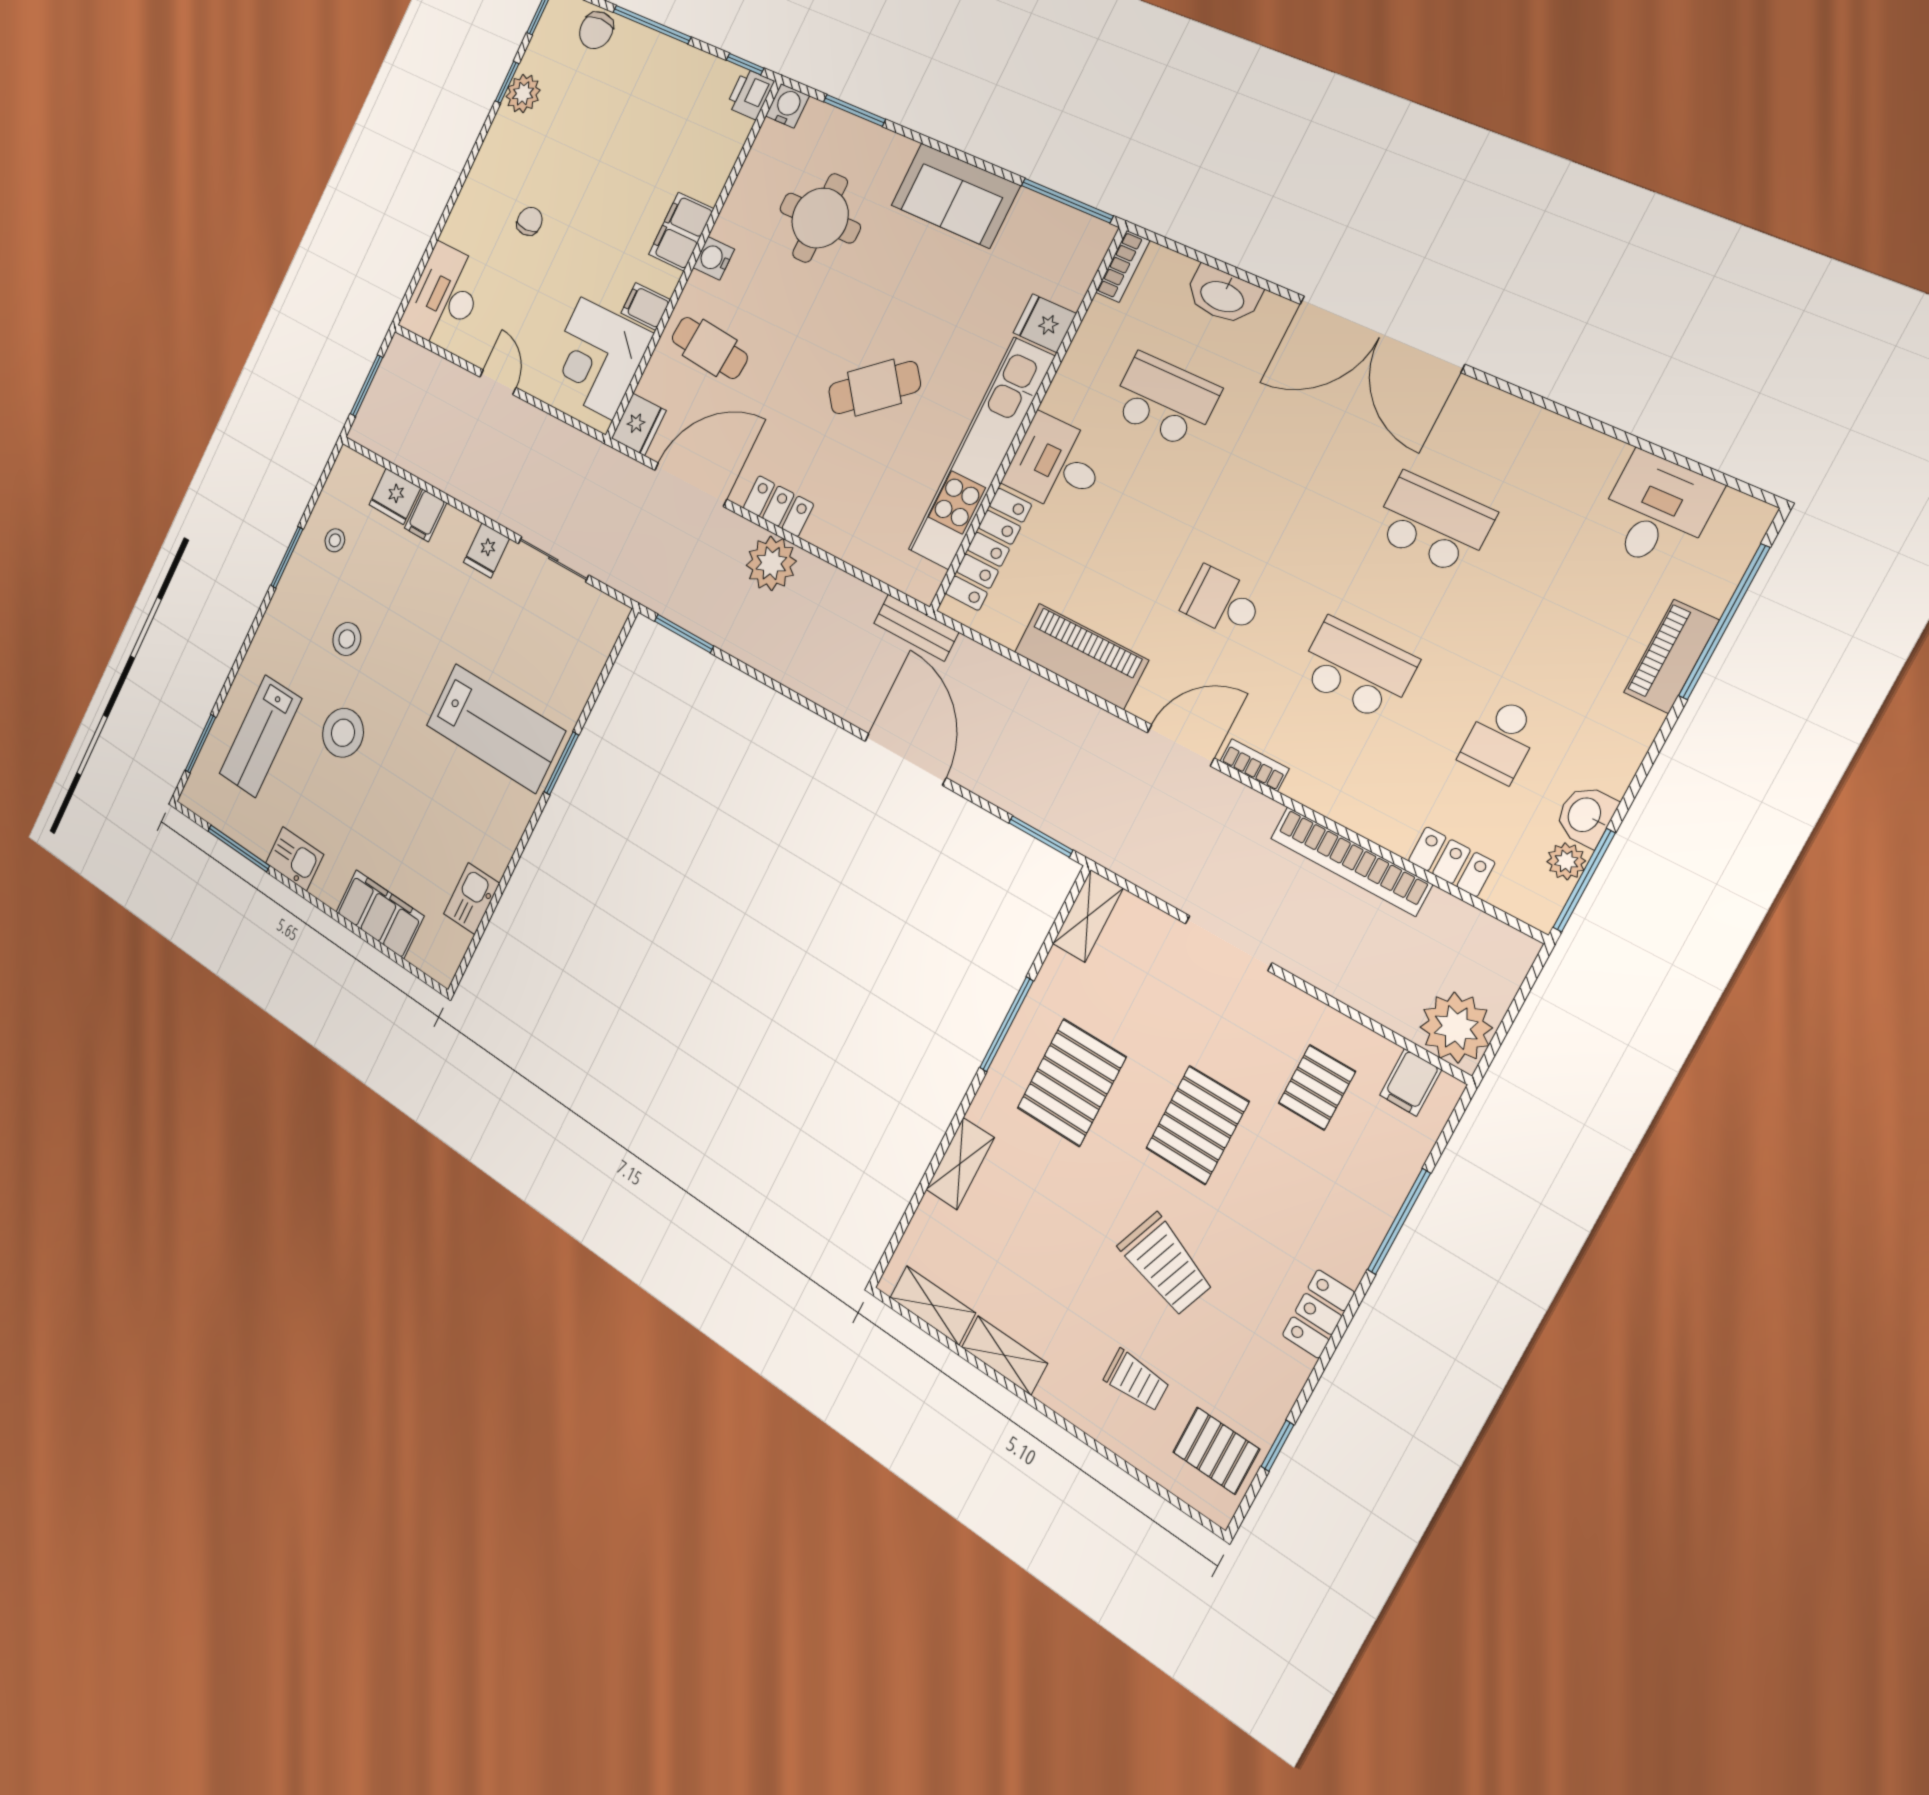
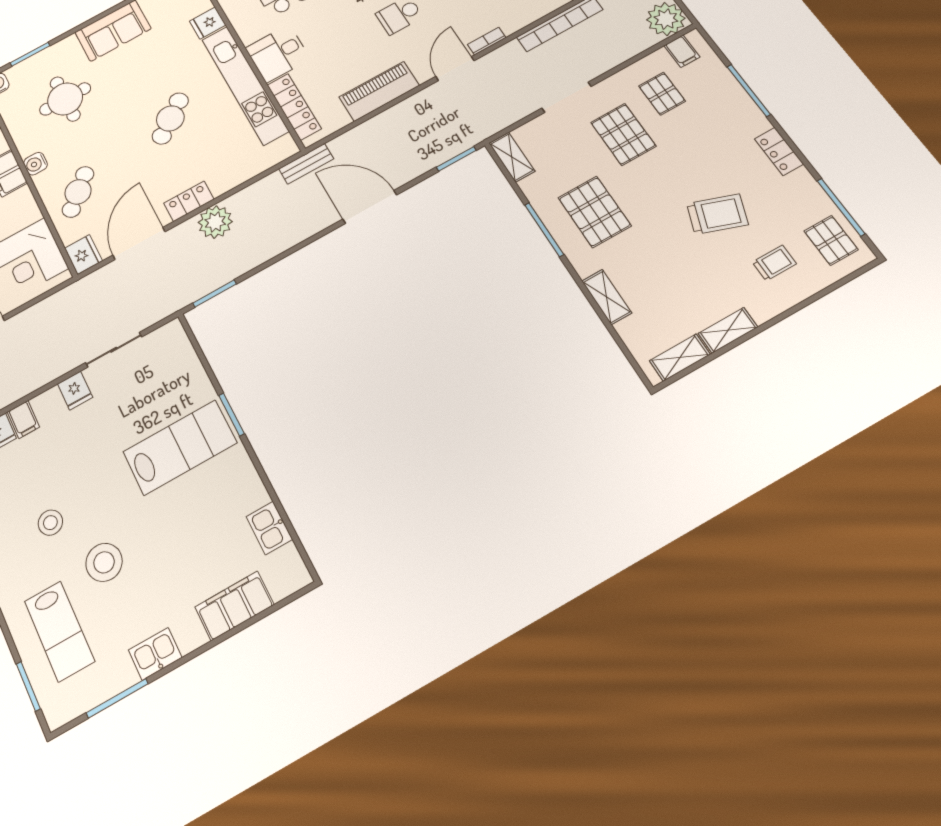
filing cabinet: (646, 306) -> (27, 215), removed
cafe table: (710, 348) -> (78, 192), turned -50
pallet: (1197, 1125) -> (623, 134), moved
window: (1277, 1446) -> (841, 207), width x2.17
pallet: (1216, 1451) -> (831, 240), turned 90

